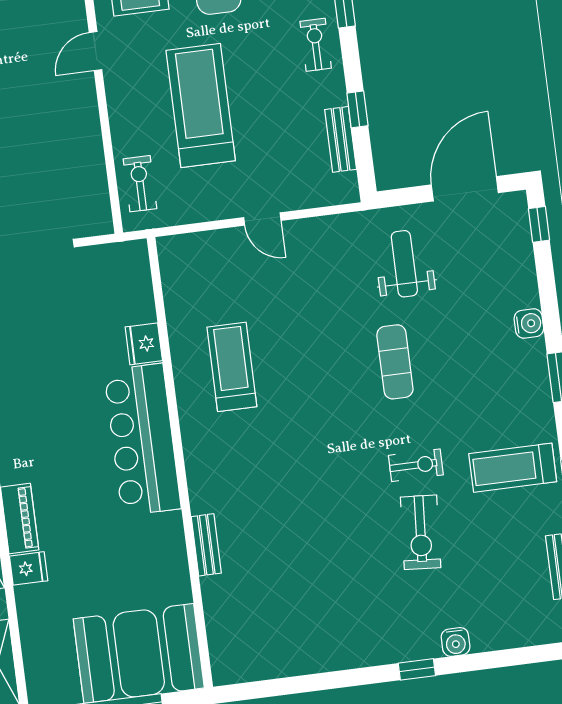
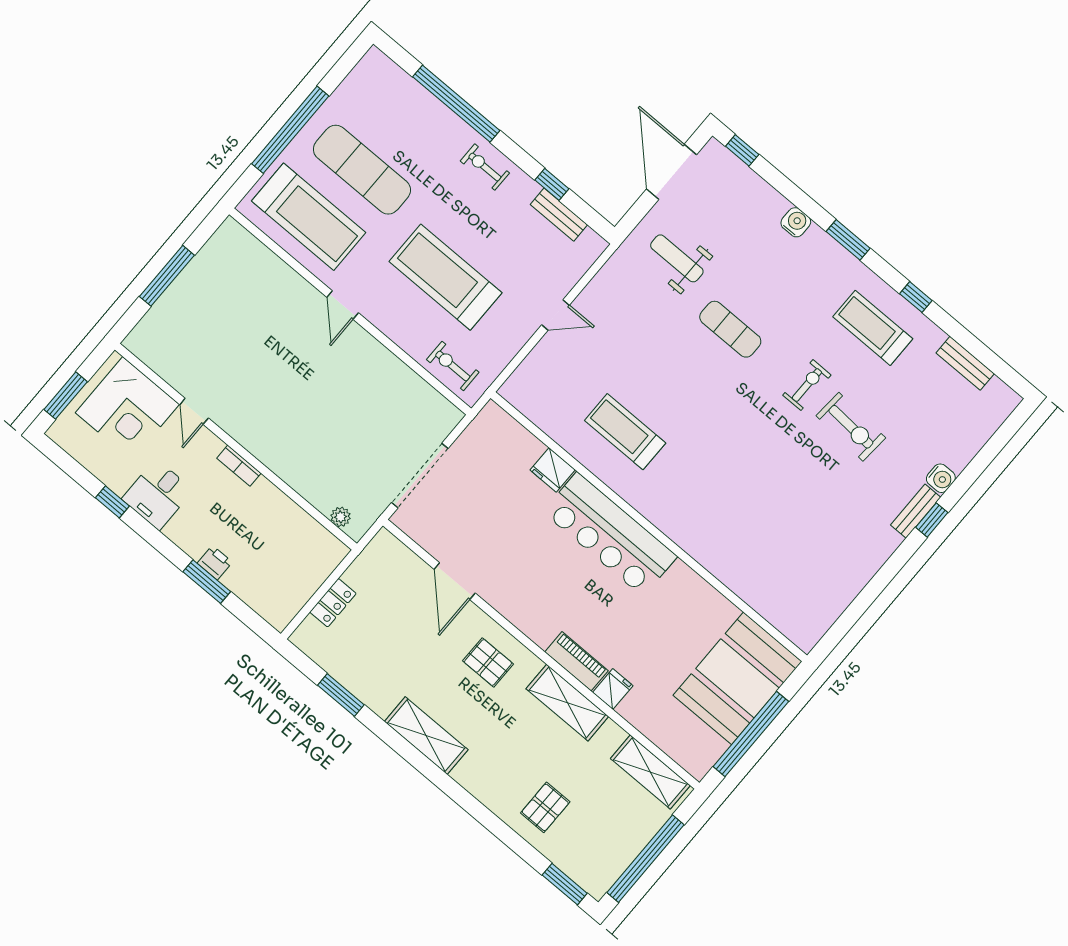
treadmill: (513, 468) -> (873, 328), turned 90
bench: (206, 545) -> (916, 511), moved, turned 90

